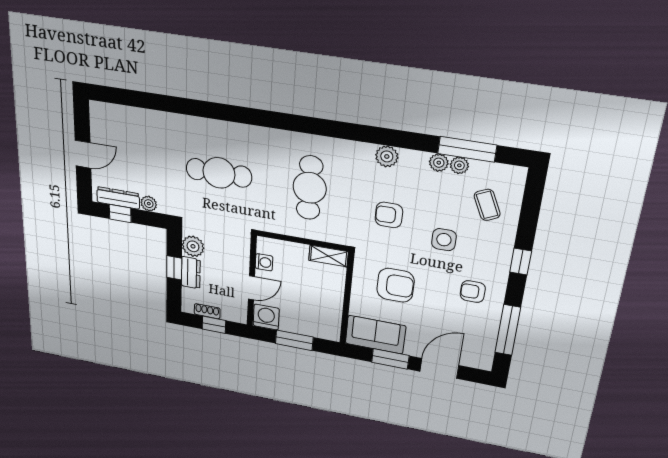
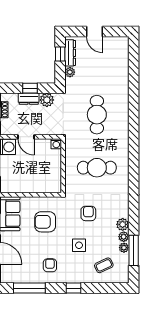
plant: (387, 156) -> (123, 224), moved
shelving: (329, 256) -> (56, 182), removed
washing machine: (264, 262) -> (56, 144), moved
armchair: (395, 285) -> (45, 222), turned 90

